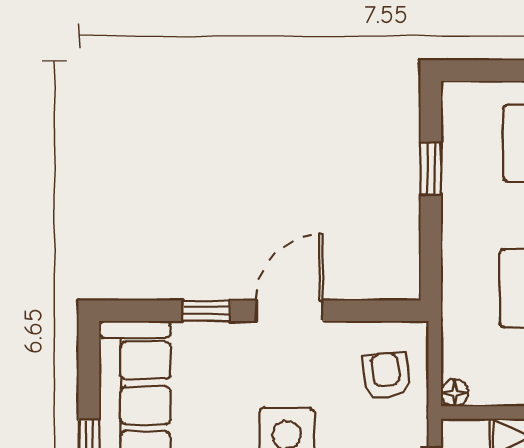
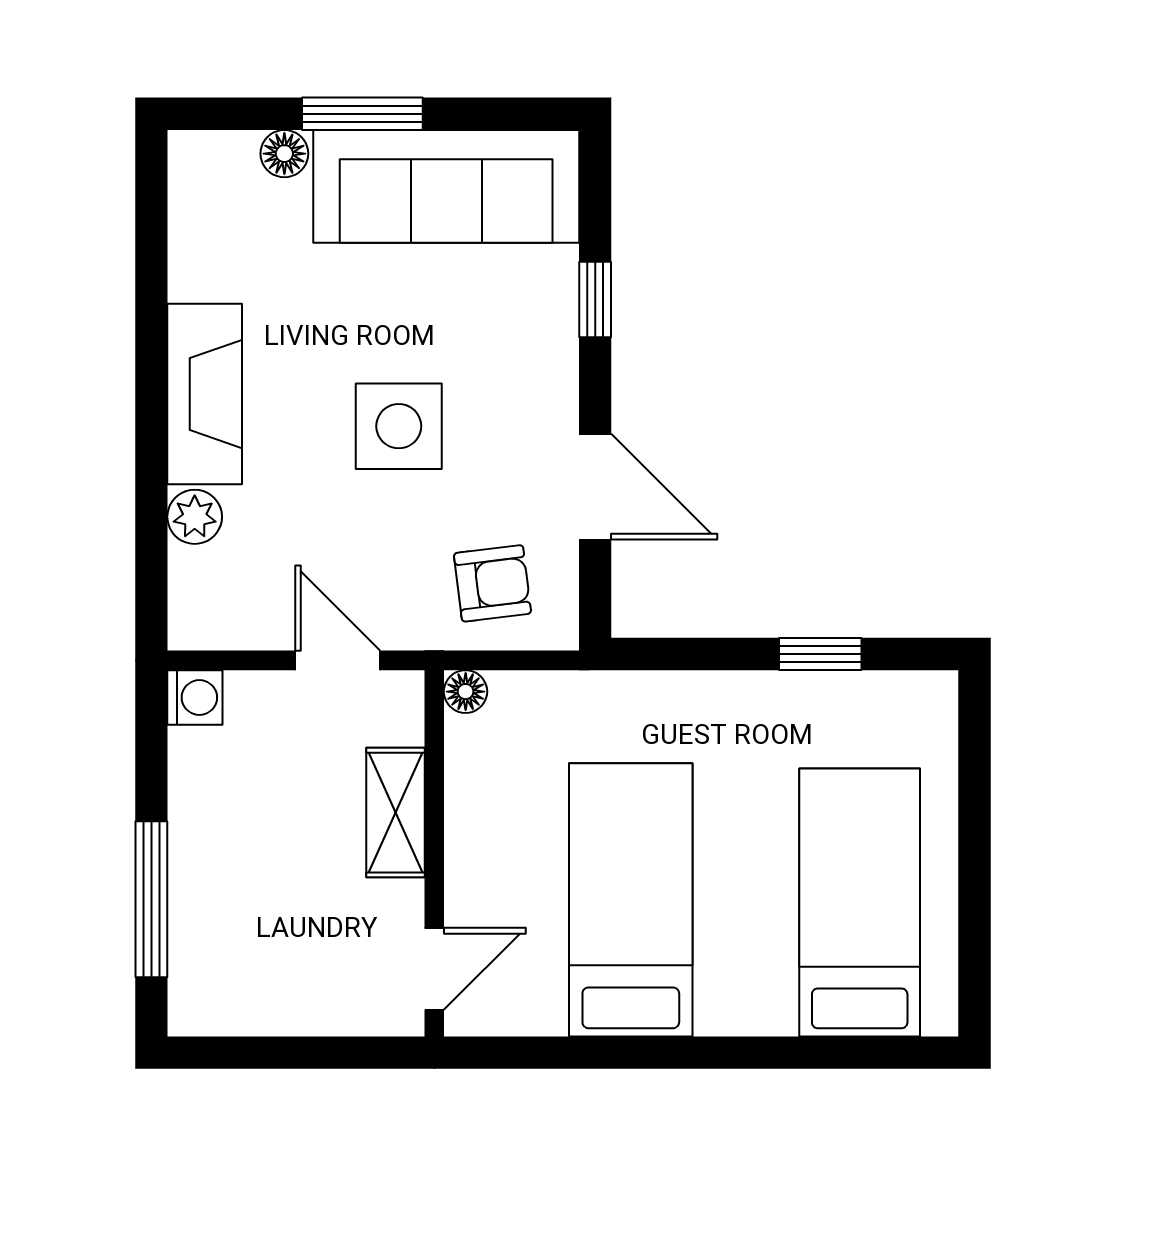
door: (289, 311) -> (595, 487), moved

